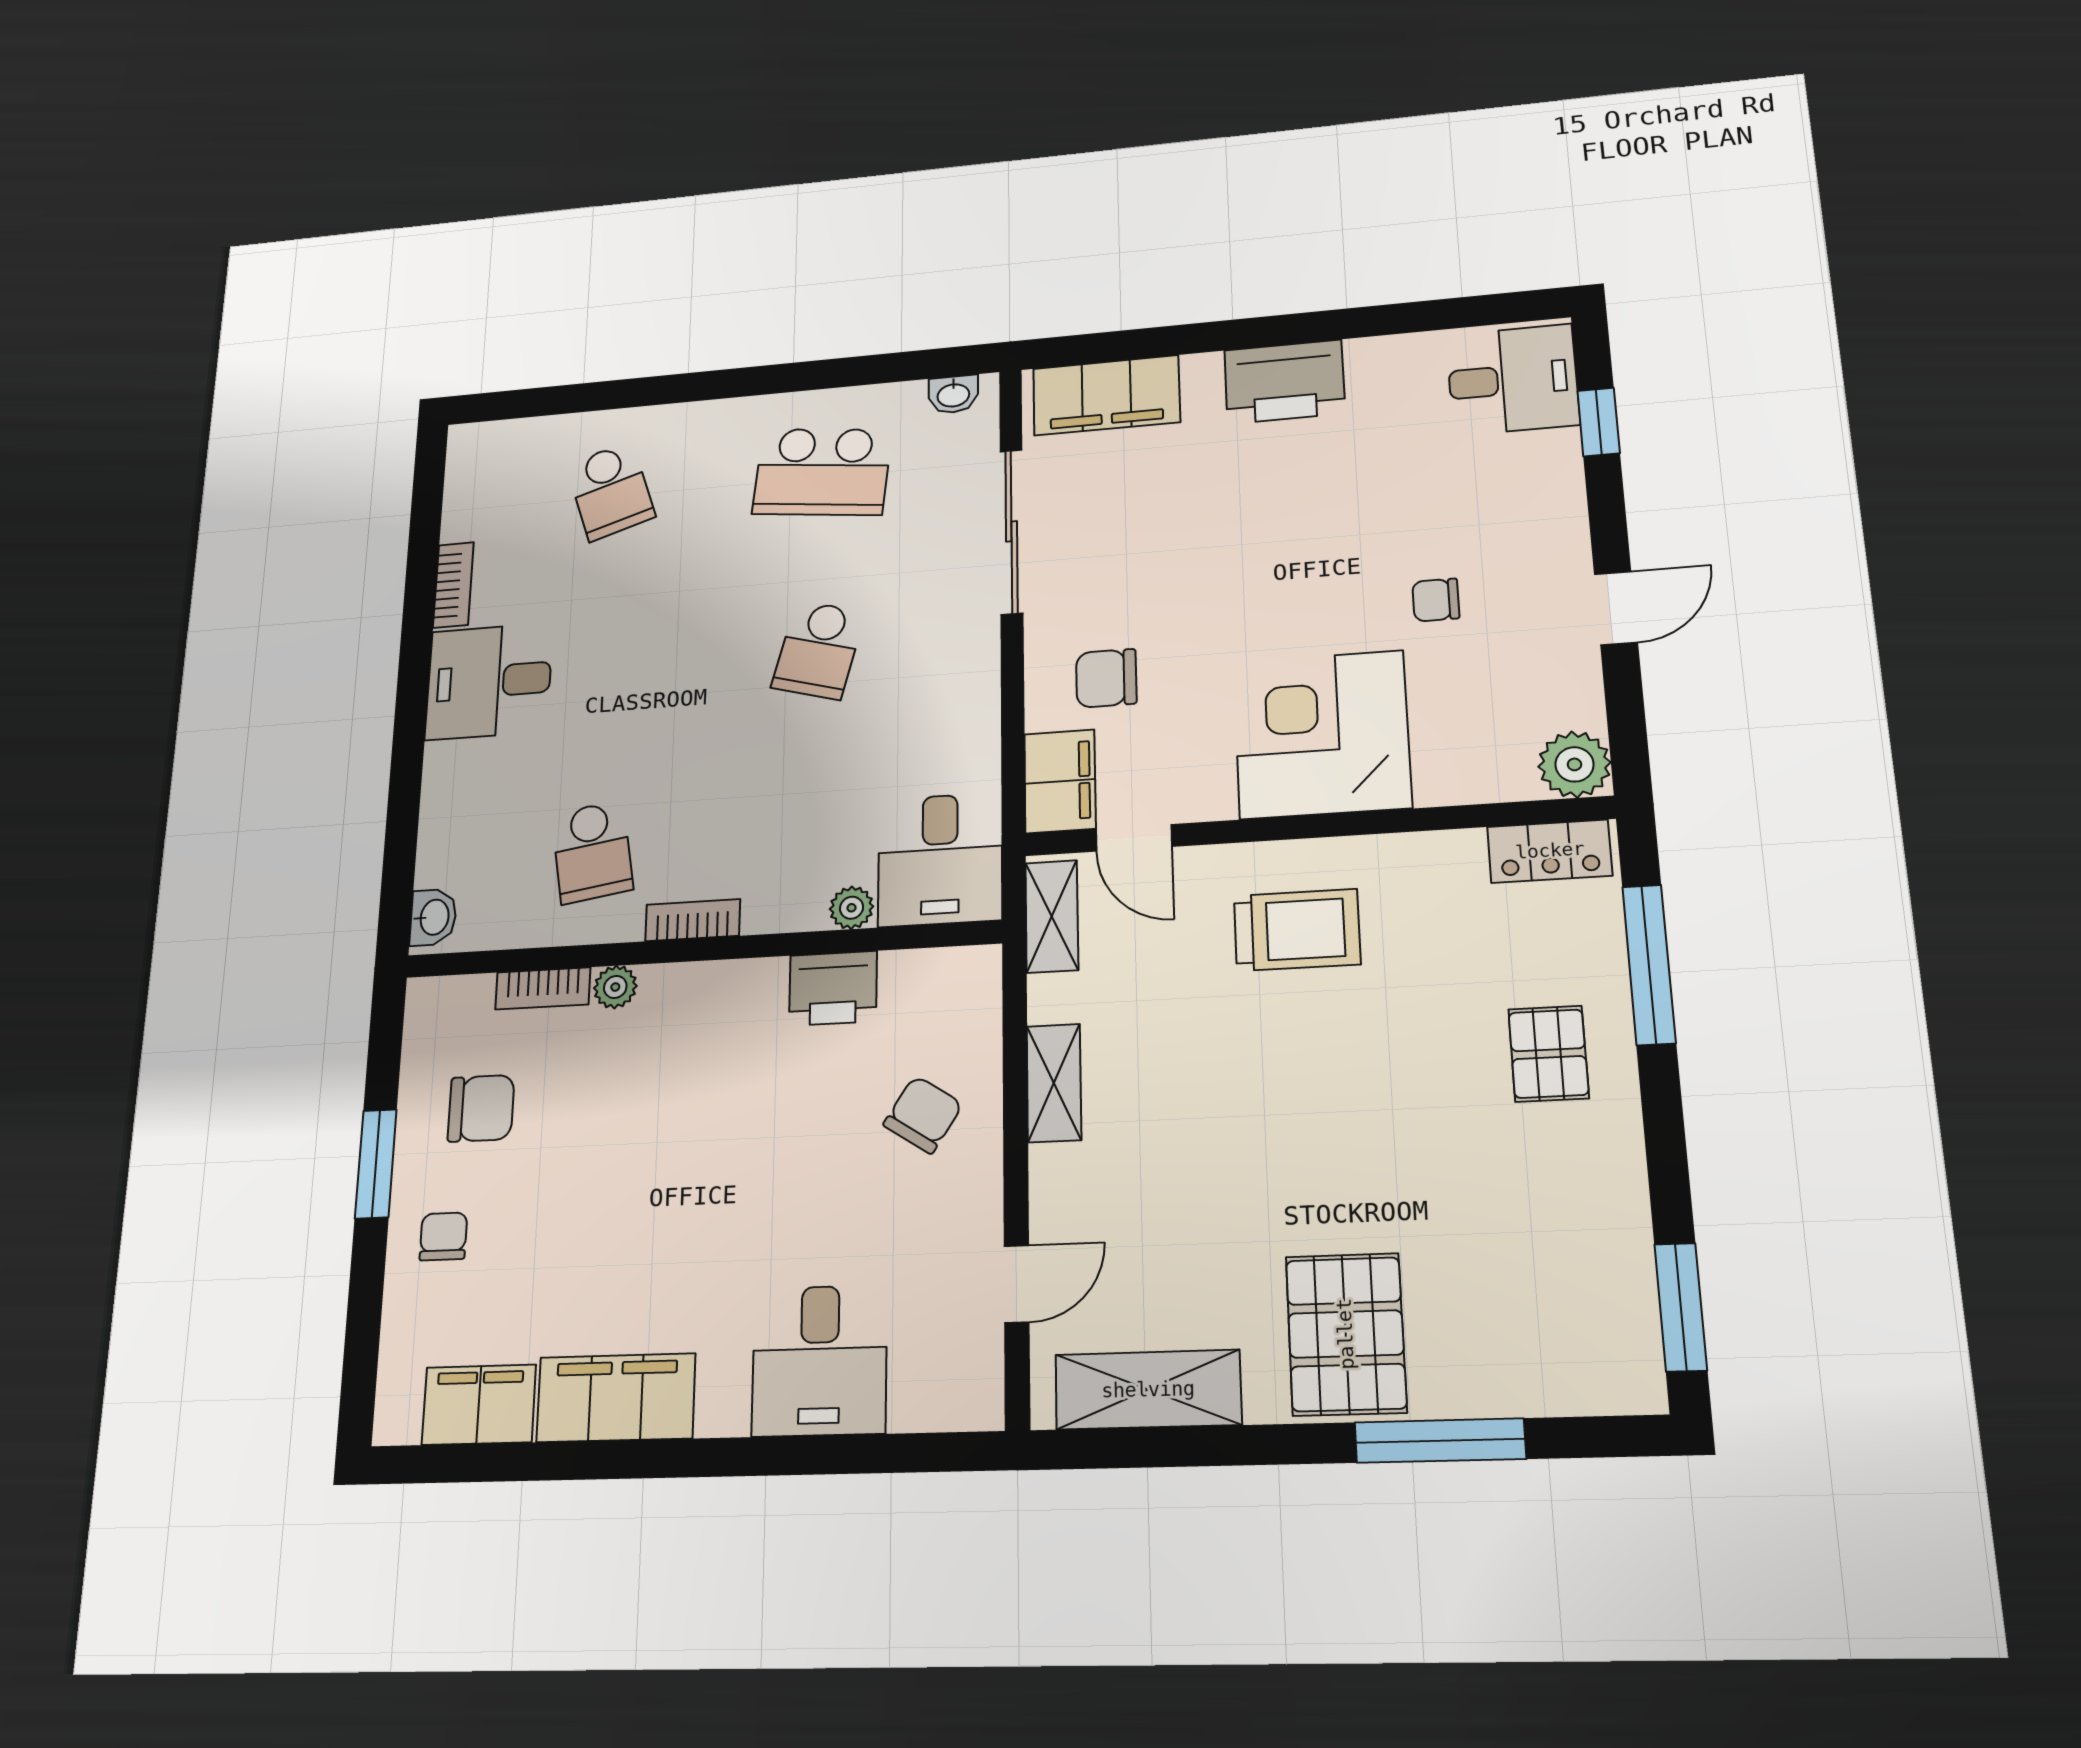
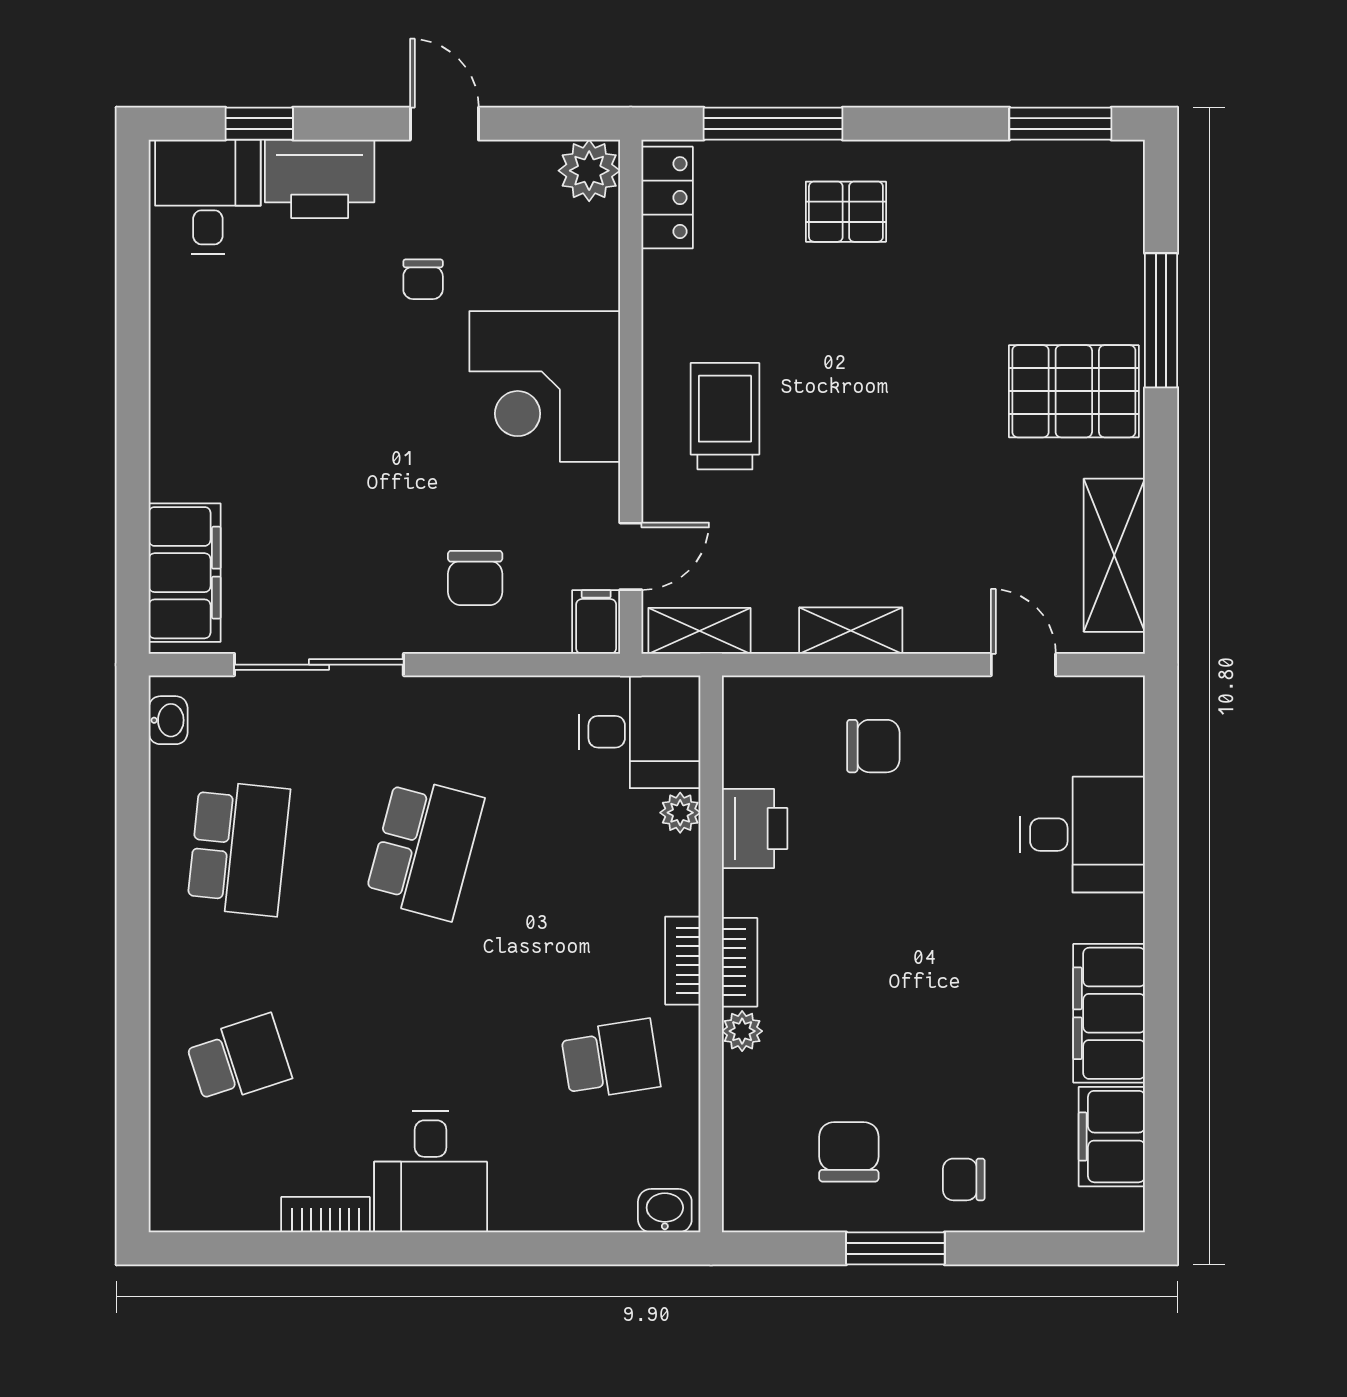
printer: (1284, 382) -> (320, 179), moved, turned 90
school desk: (818, 650) -> (425, 848), width x1.85
filing cabinet: (1060, 781) -> (596, 622), width x0.50
bookcase: (543, 988) -> (740, 962), moved
chair: (923, 1114) -> (873, 746), turned 147

